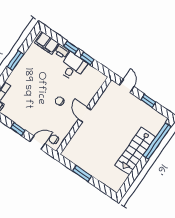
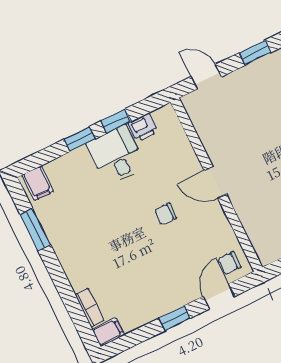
filing cabinet: (47, 43) -> (38, 183), width x0.50
printer: (62, 51) -> (143, 127), moved
window: (15, 61) -> (35, 230), moved

